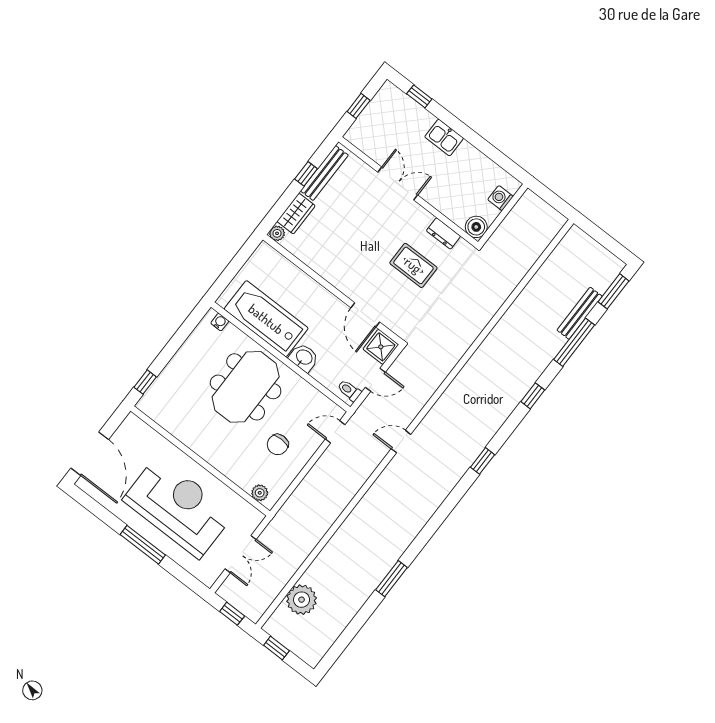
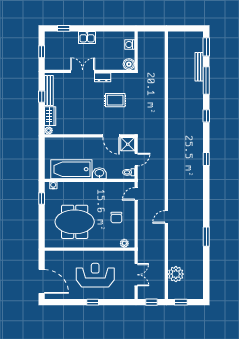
dresser: (443, 233) -> (103, 77), moved
window: (145, 382) -> (42, 198), moved
meeting table: (246, 387) -> (75, 222), moved, turned 90
door: (401, 442) -> (166, 217), moved
reception desk: (178, 507) -> (95, 275), width x0.74, depth x0.77
window: (143, 545) -> (93, 302), width x0.46

